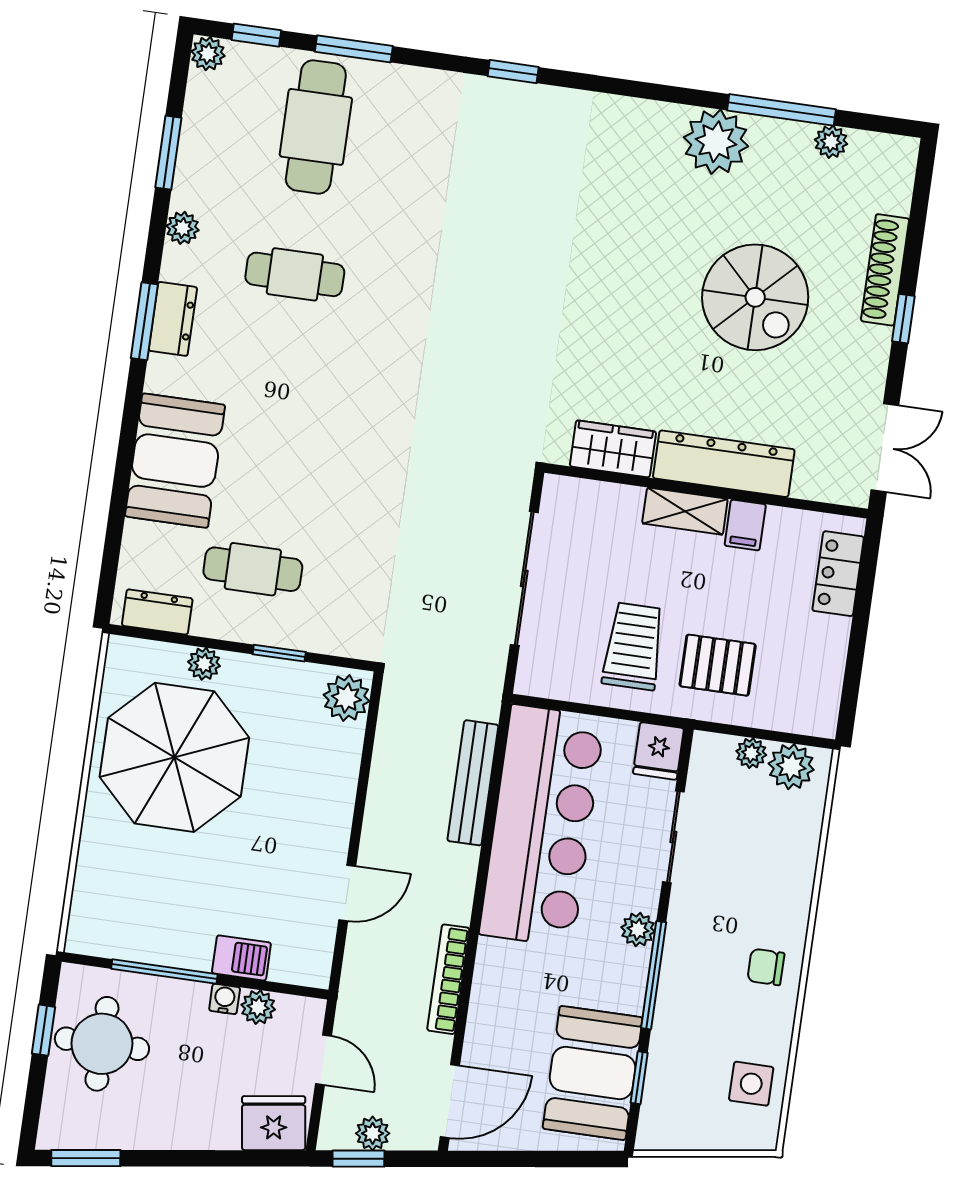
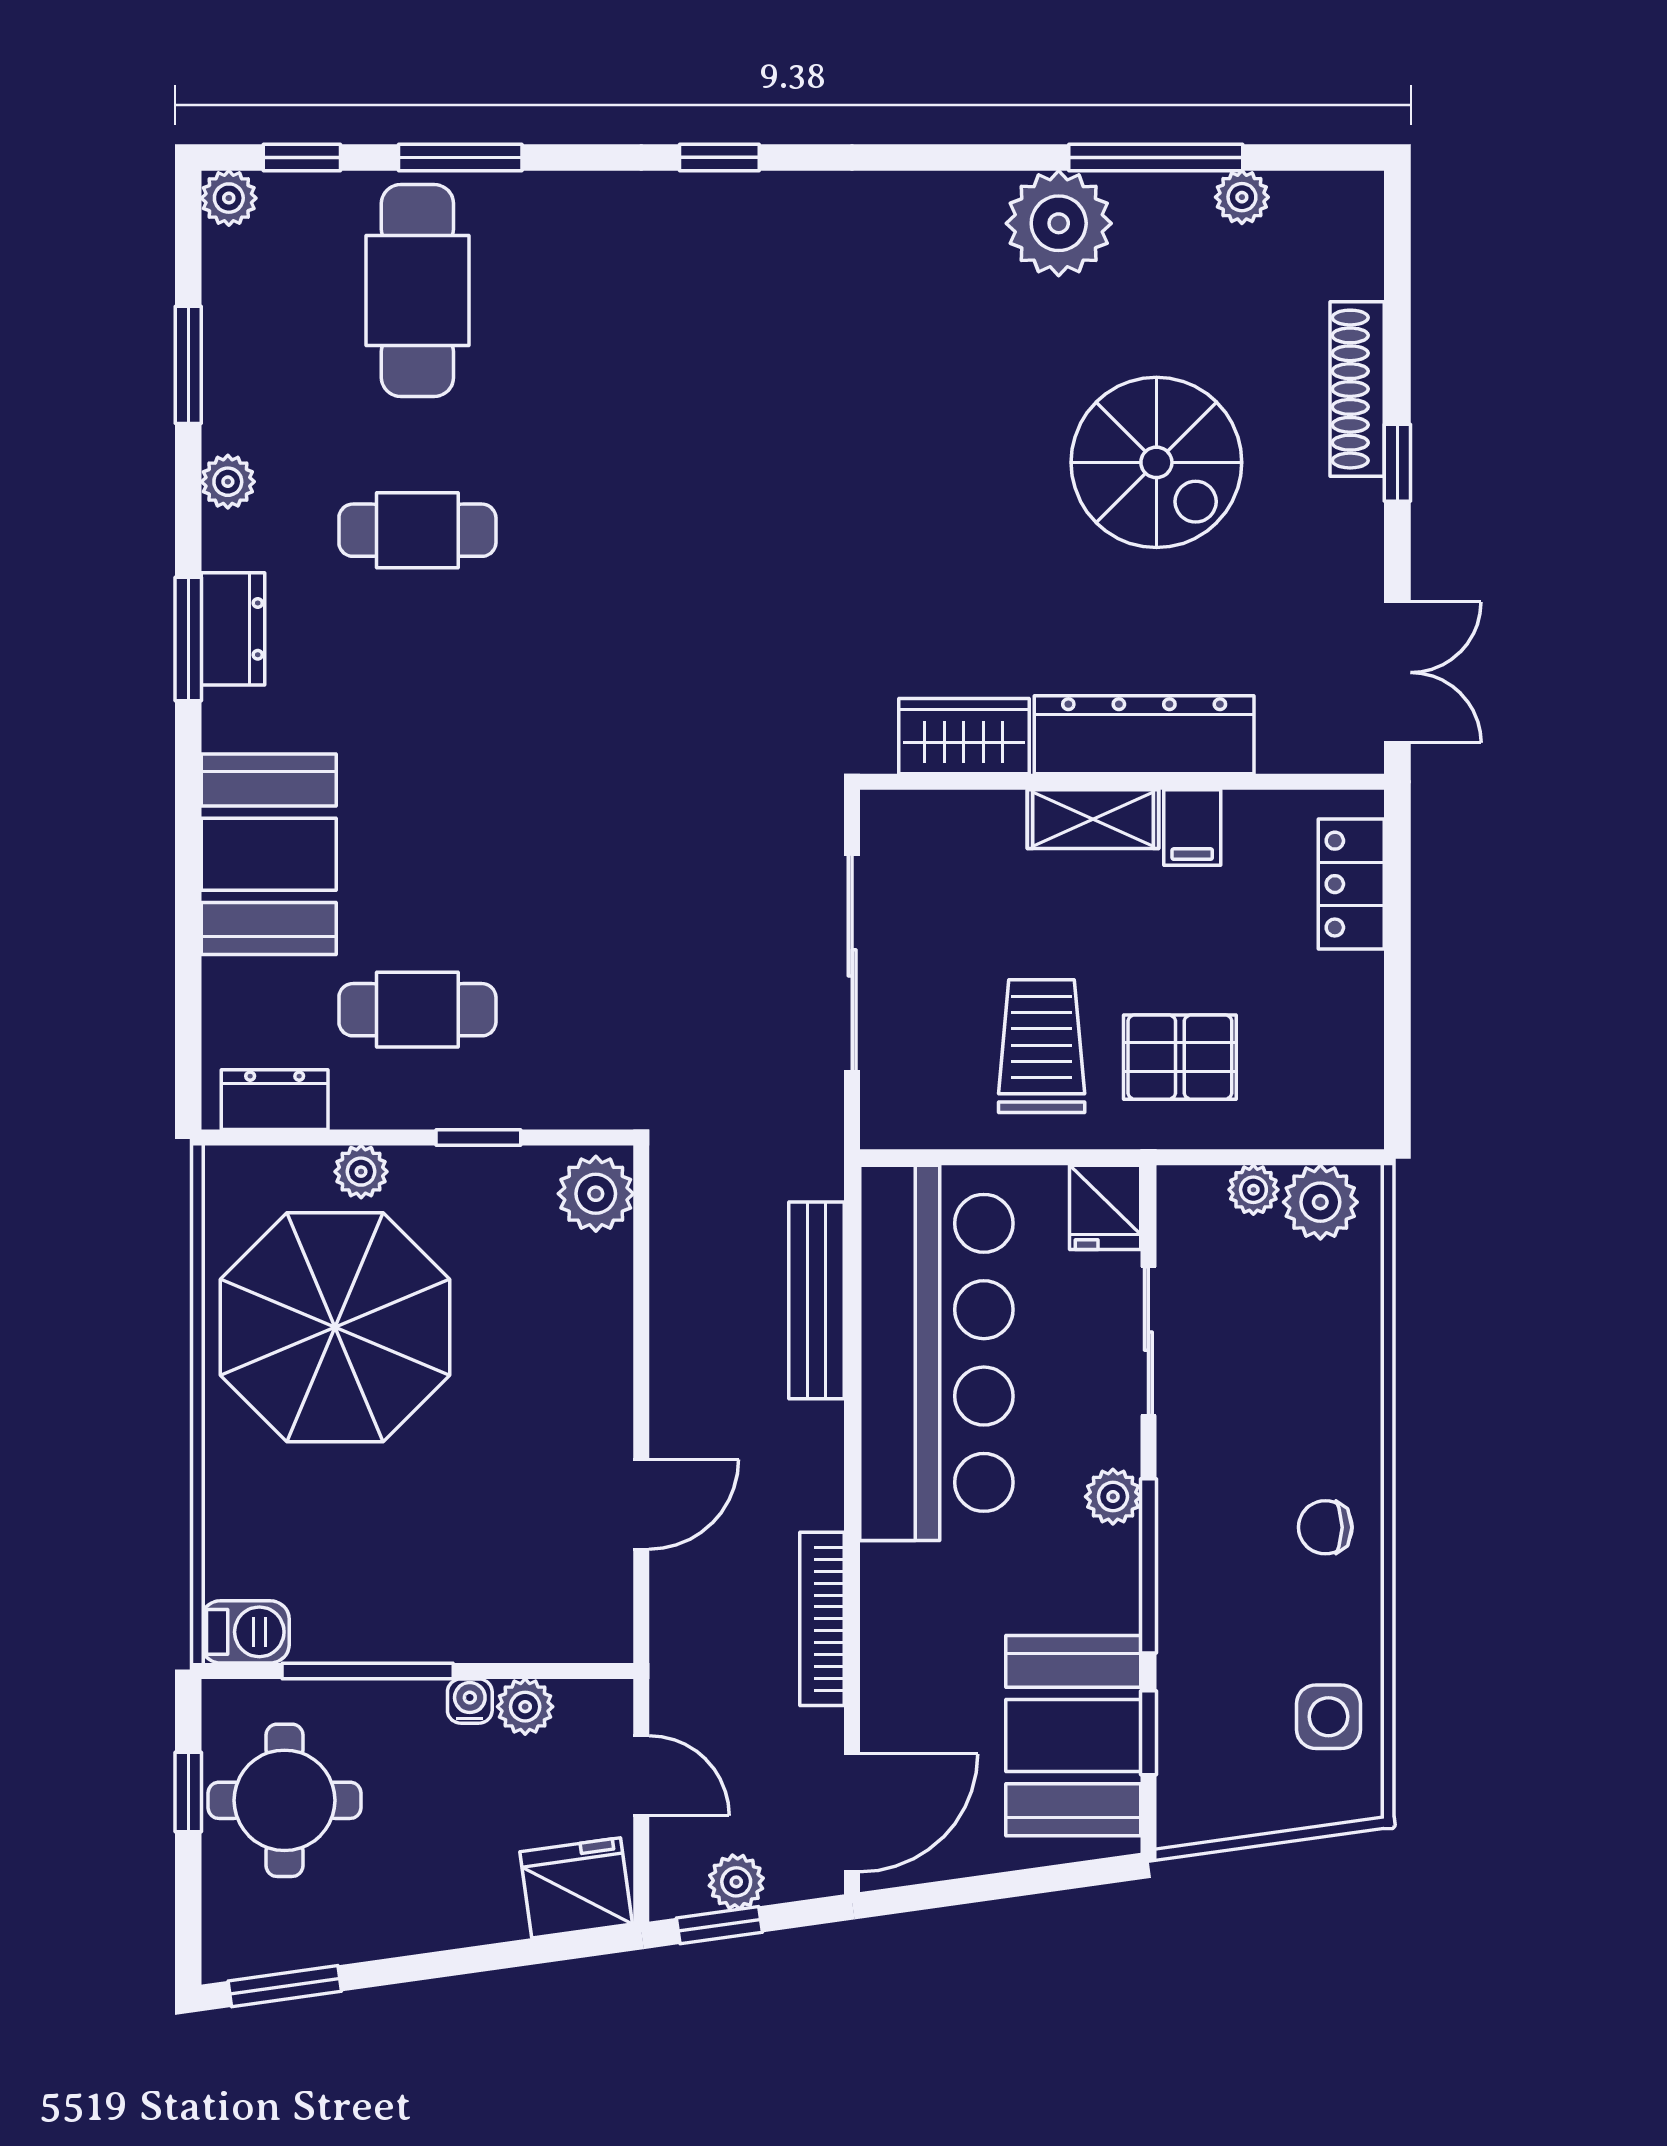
barbecue: (241, 958) -> (245, 1632), moved

